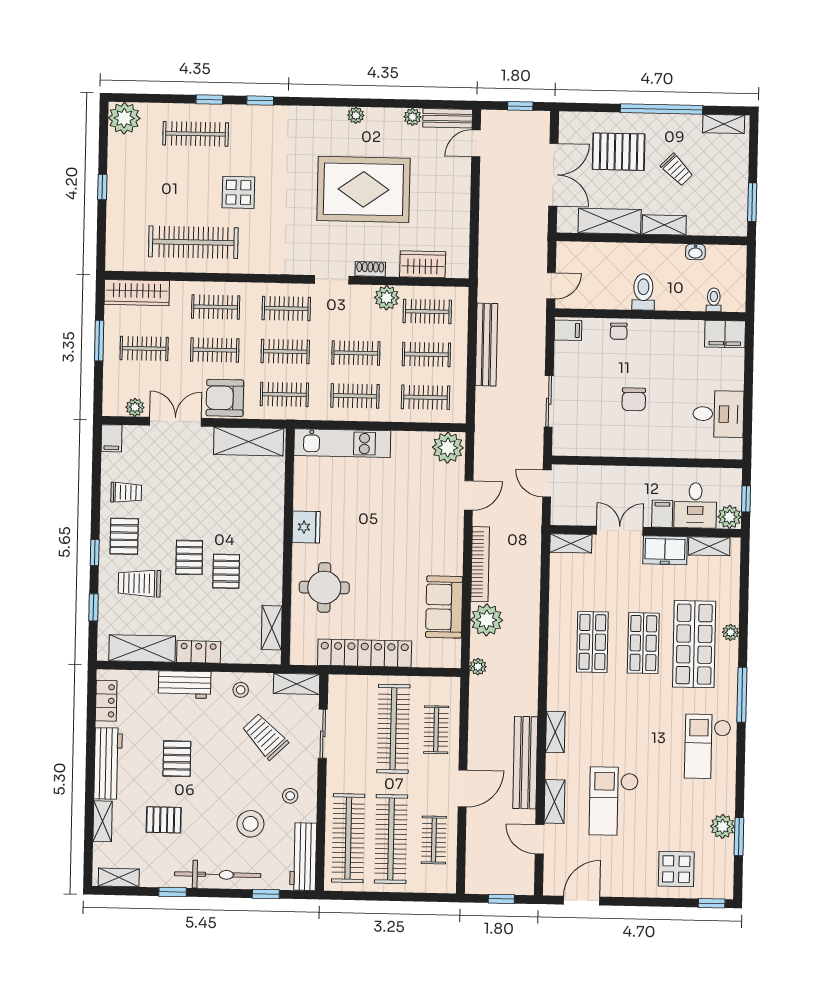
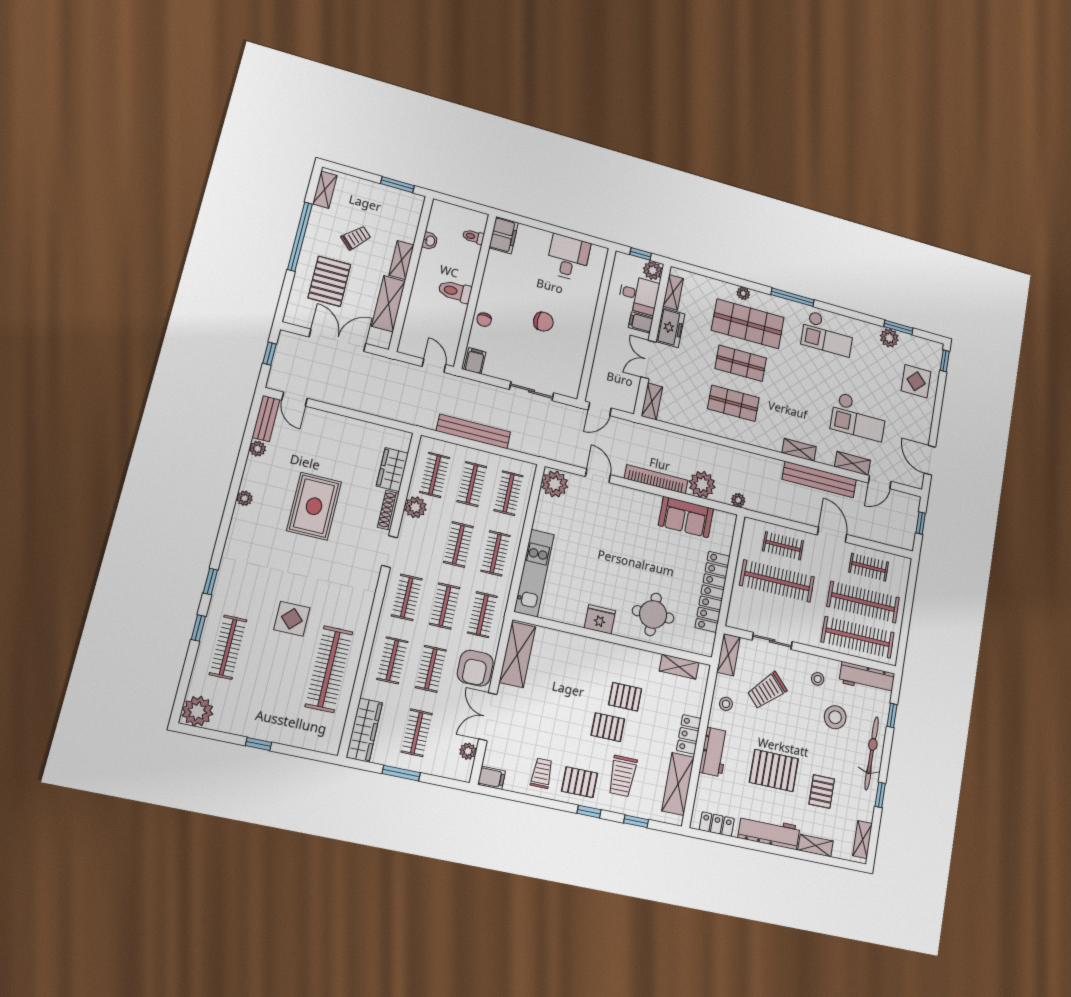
rug: (363, 189) -> (314, 506), width x0.73, depth x0.69
shoe rack: (370, 269) -> (388, 510), width x1.43
chair: (619, 331) -> (484, 320), turned 90
pallet: (177, 759) -> (774, 770), width x1.50, depth x1.42

